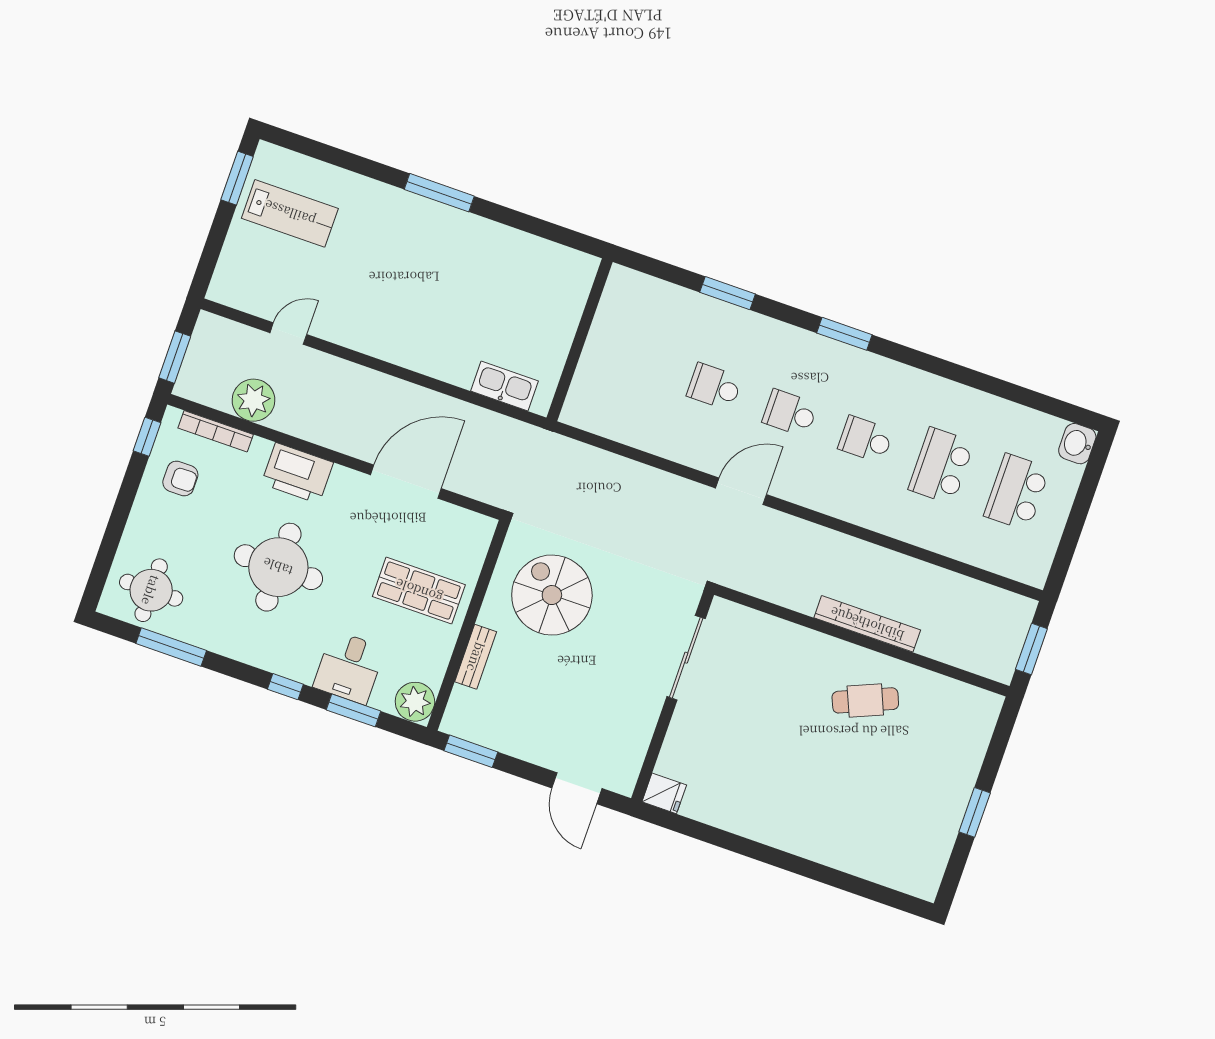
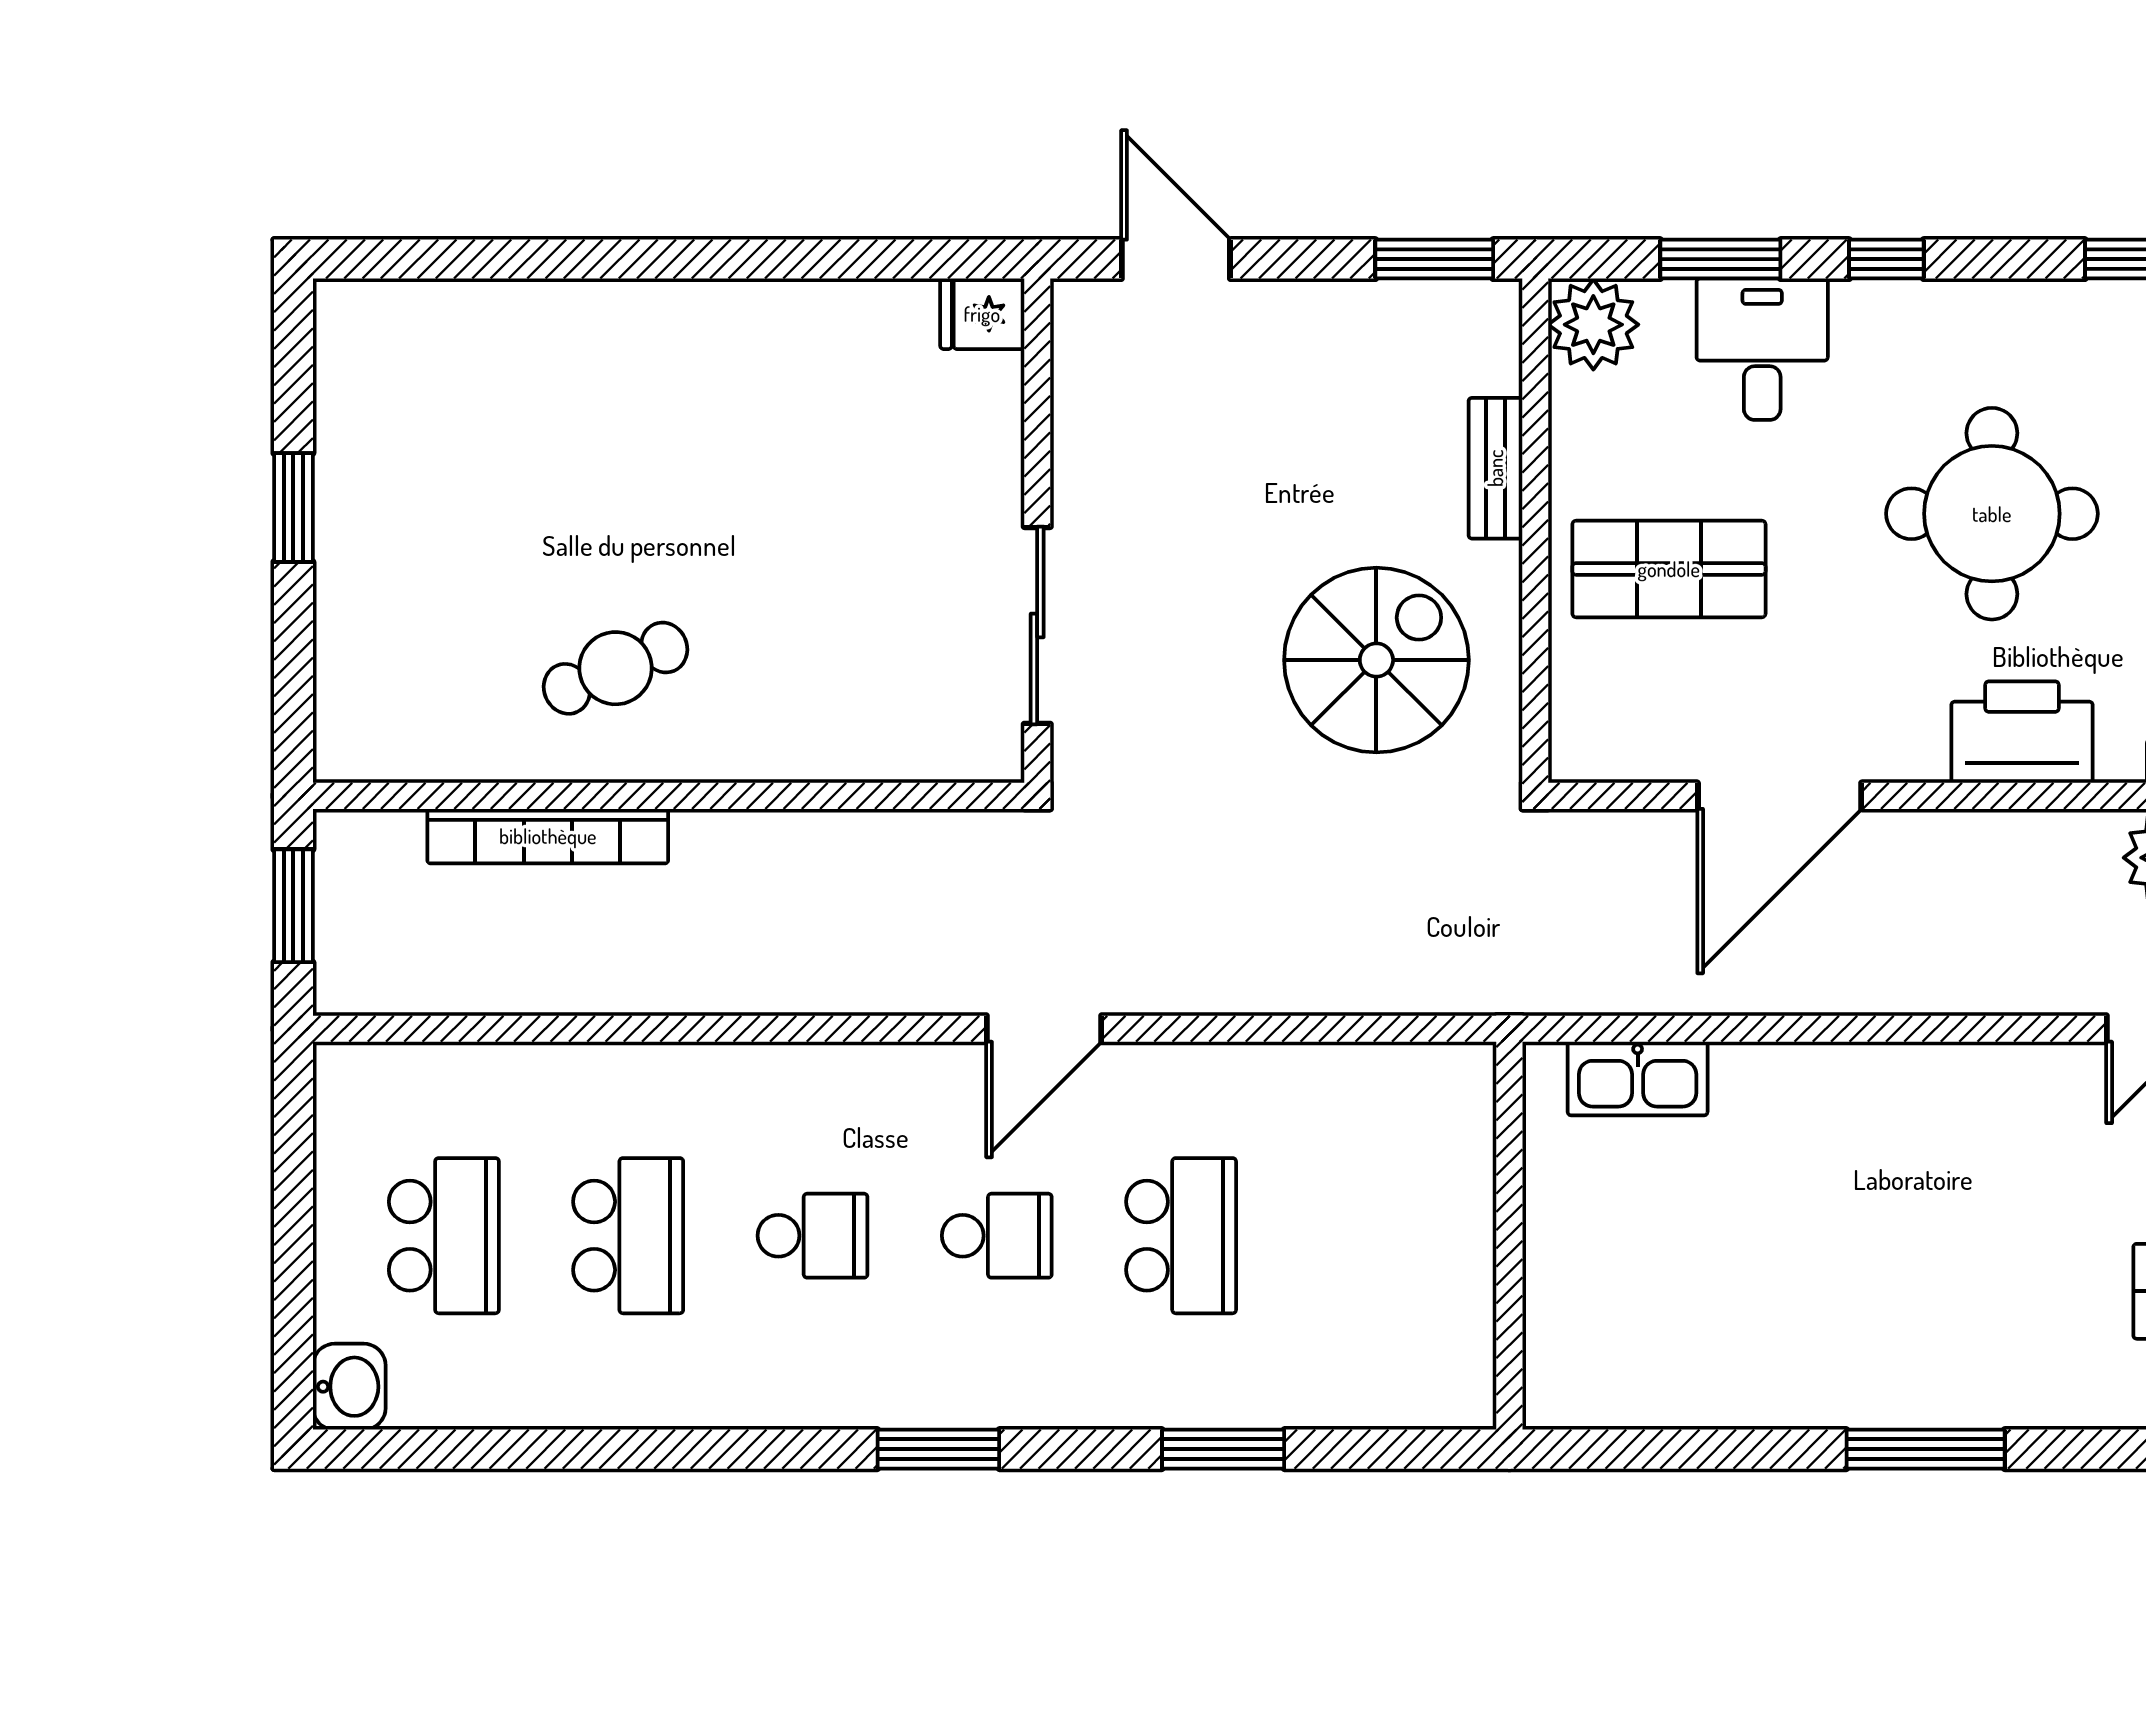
school desk: (714, 387) -> (1181, 1236), width x1.85
spiral stairs: (552, 595) -> (1376, 660), turned -90
bookcase: (867, 624) -> (548, 836), moved

